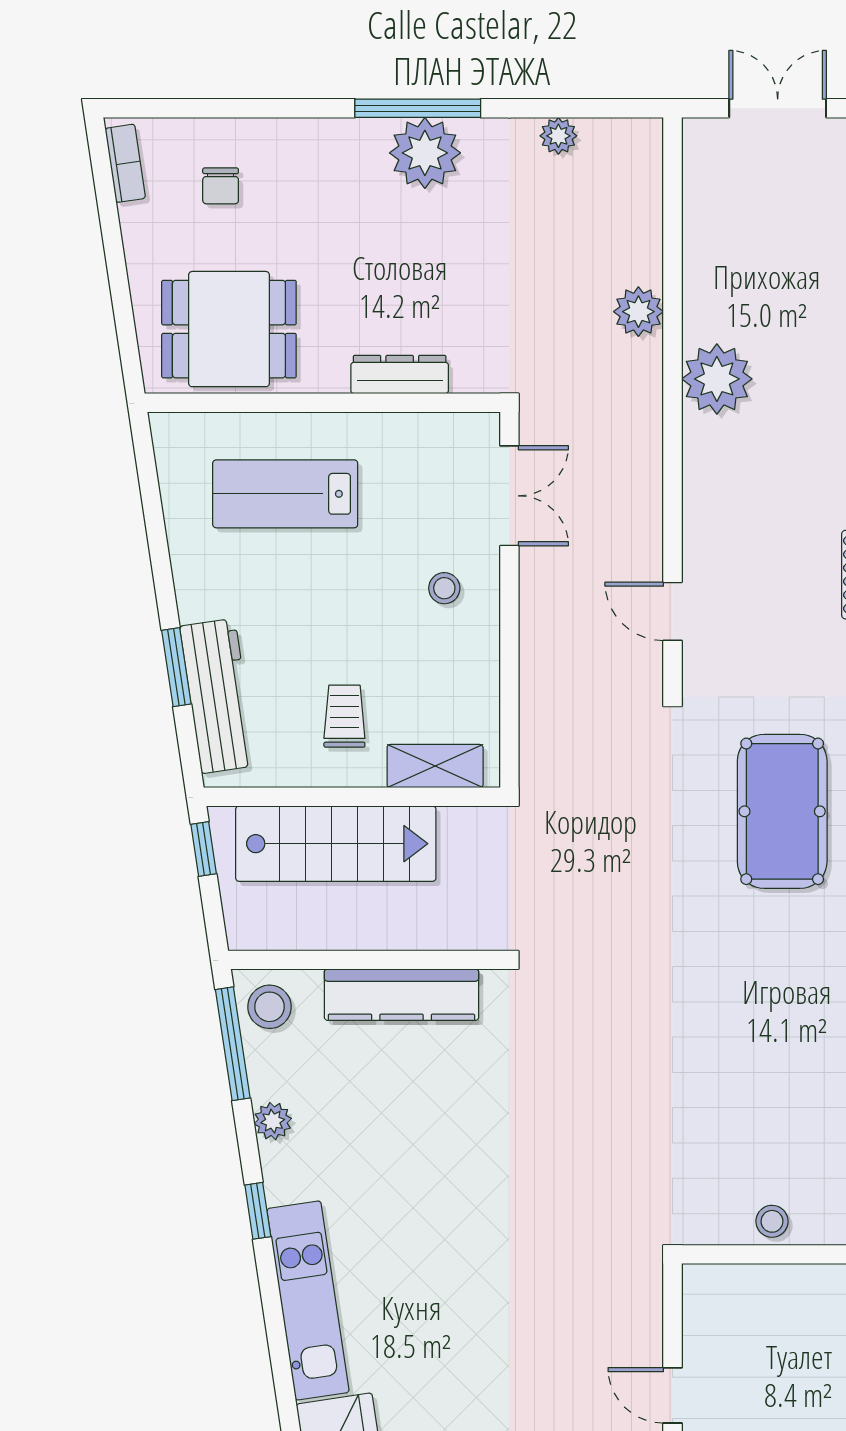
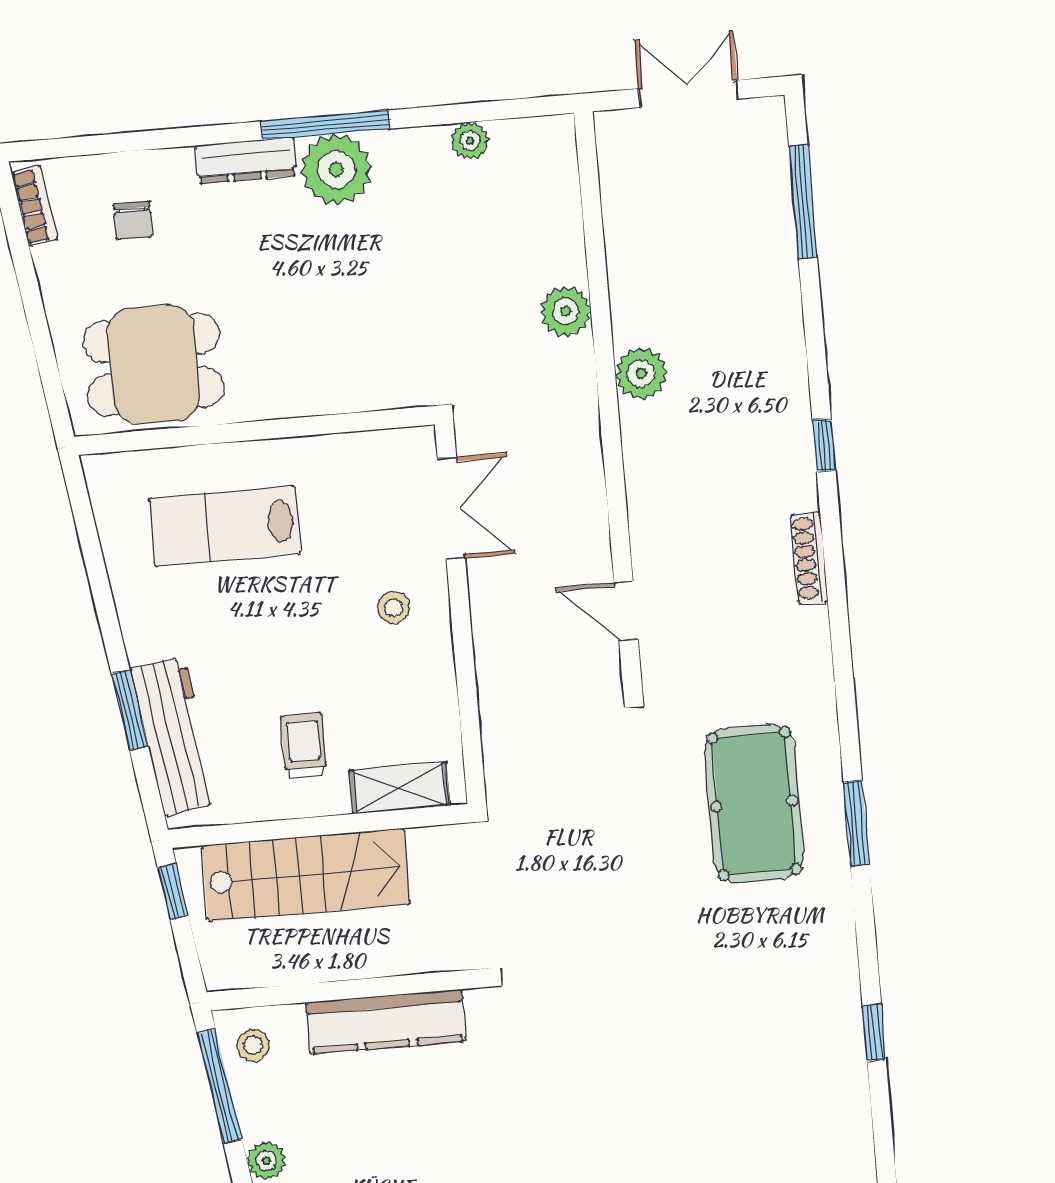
dresser: (400, 375) -> (246, 160), moved, turned 180
plant: (717, 379) -> (641, 373), width x0.73, depth x0.73
stool: (270, 1007) -> (253, 1045), width x0.73, depth x0.73

